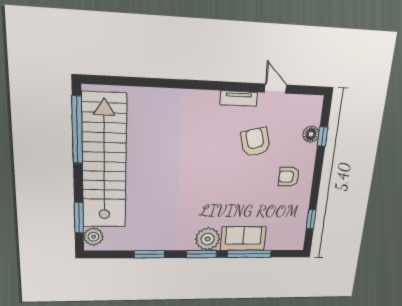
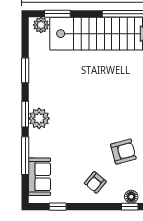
armchair: (289, 177) -> (95, 182), turned -140
sofa: (243, 239) -> (39, 177), moved

